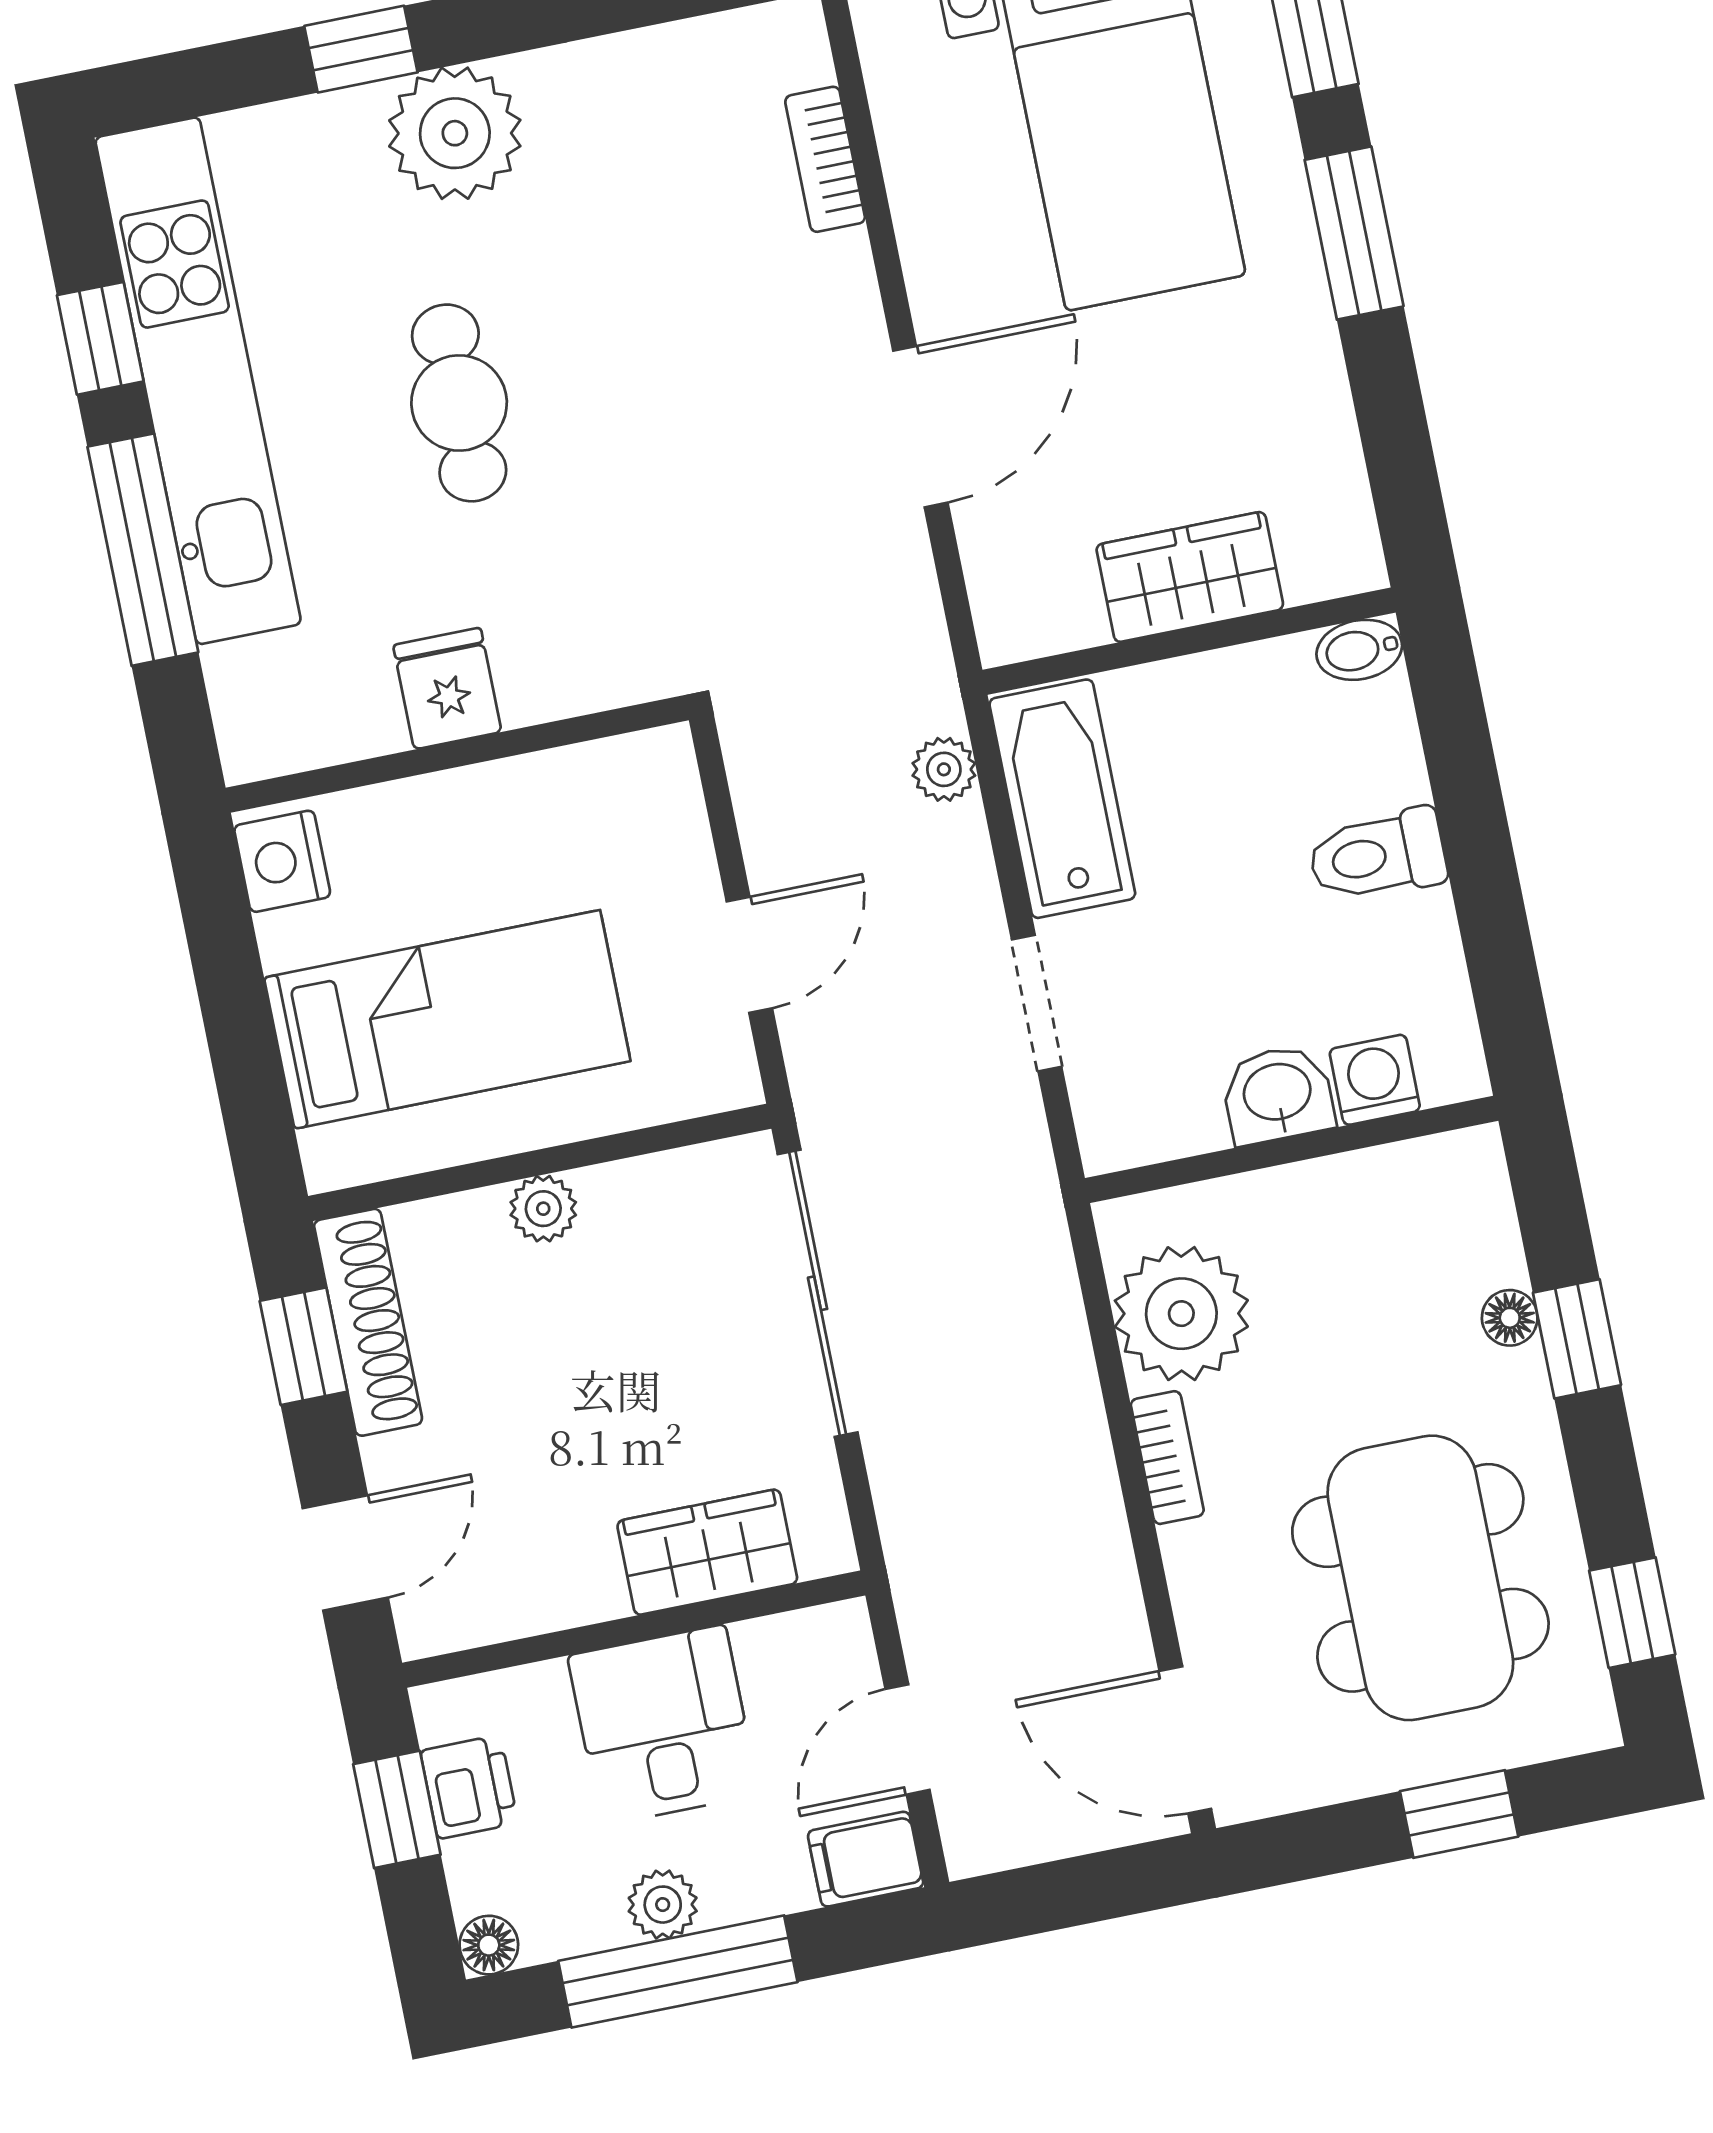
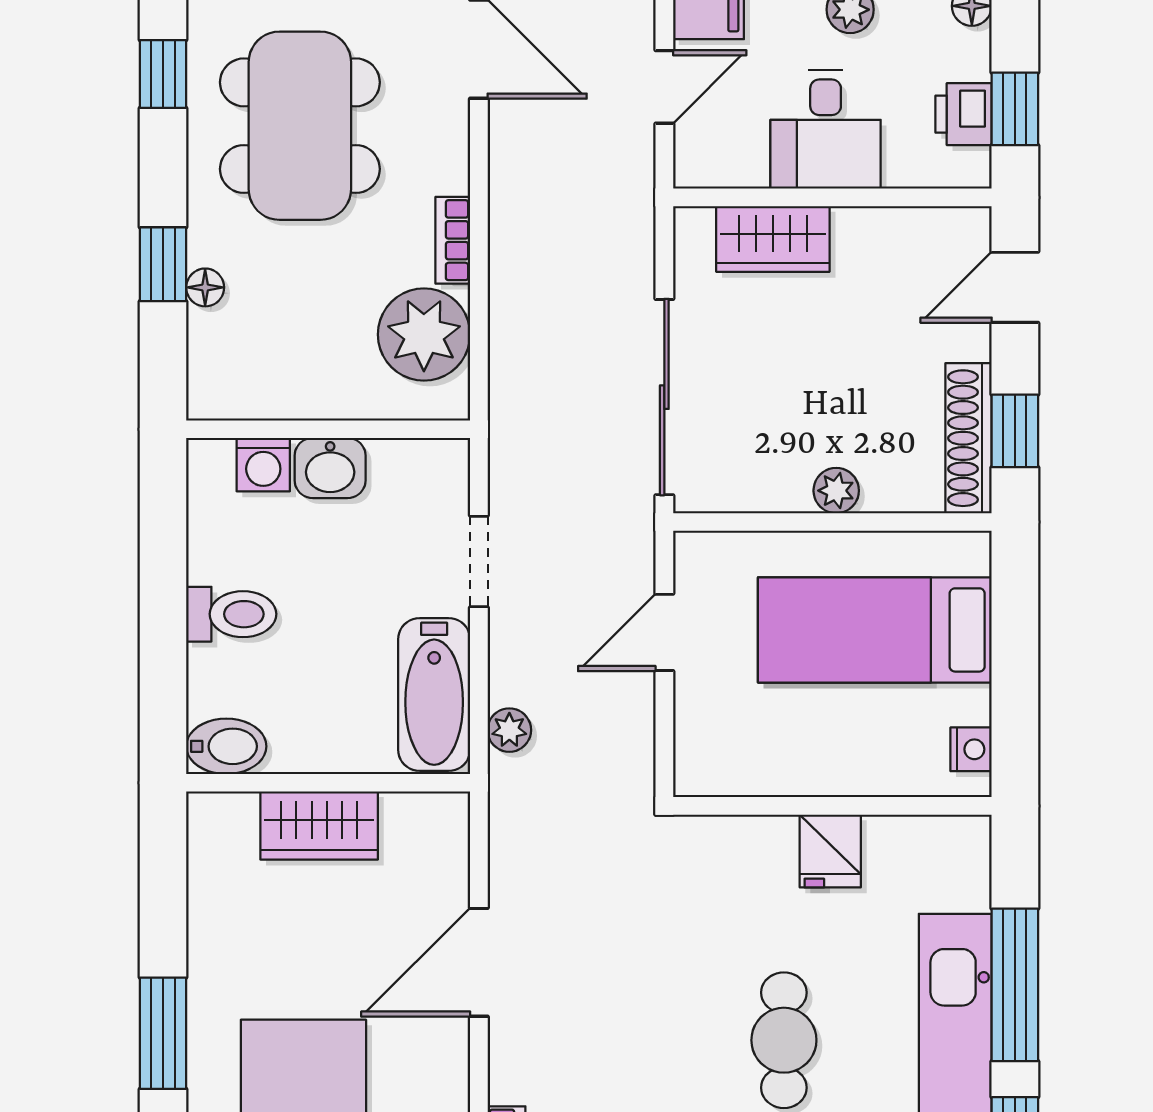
bidet: (1359, 650) -> (226, 746), width x1.38, depth x1.36
nightstand: (282, 861) -> (971, 749), width x0.72, depth x0.74

